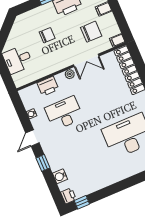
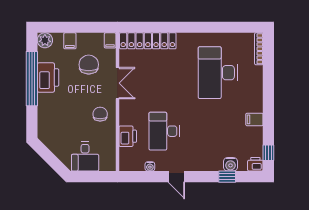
chair: (47, 35) -> (100, 114), moved
plant: (70, 74) -> (125, 107), removed
window: (43, 163) -> (227, 177), moved
filing cabinet: (103, 180) -> (254, 119), added

